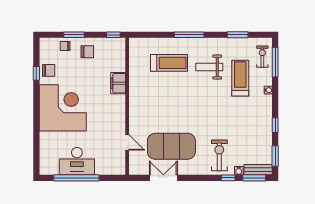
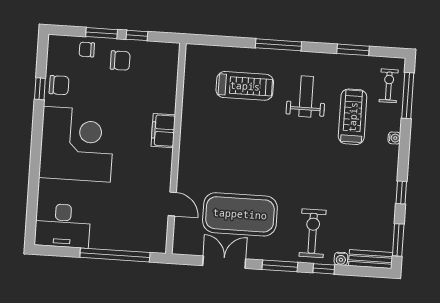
window: (113, 35) -> (137, 35), moved
weight bench: (209, 67) -> (306, 96), turned 90
filing cabinet: (118, 83) -> (163, 131), moved
desk: (77, 161) -> (63, 226), moved
window: (76, 178) -> (115, 255), moved
window: (254, 178) -> (280, 266), moved

